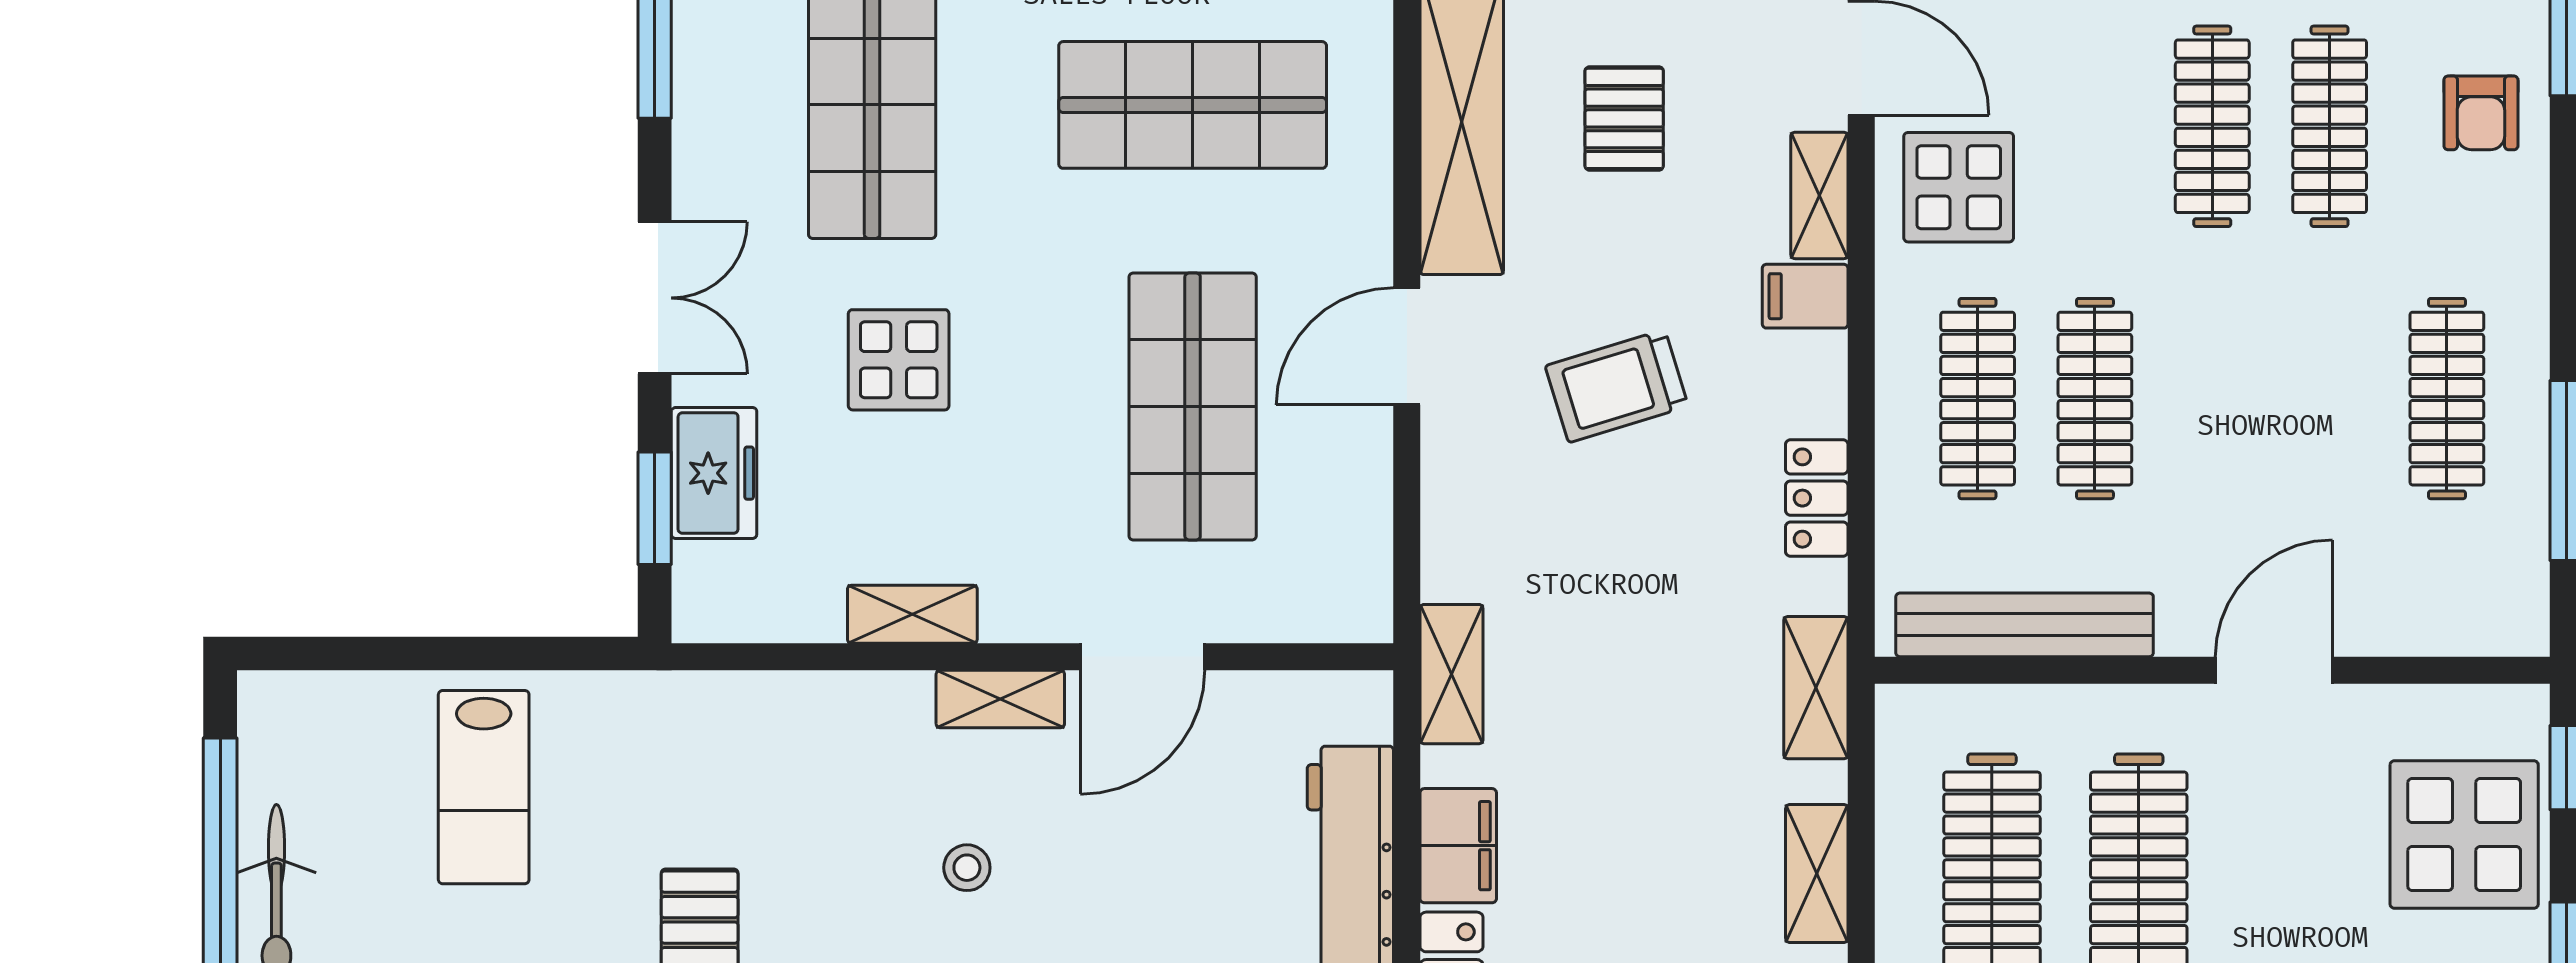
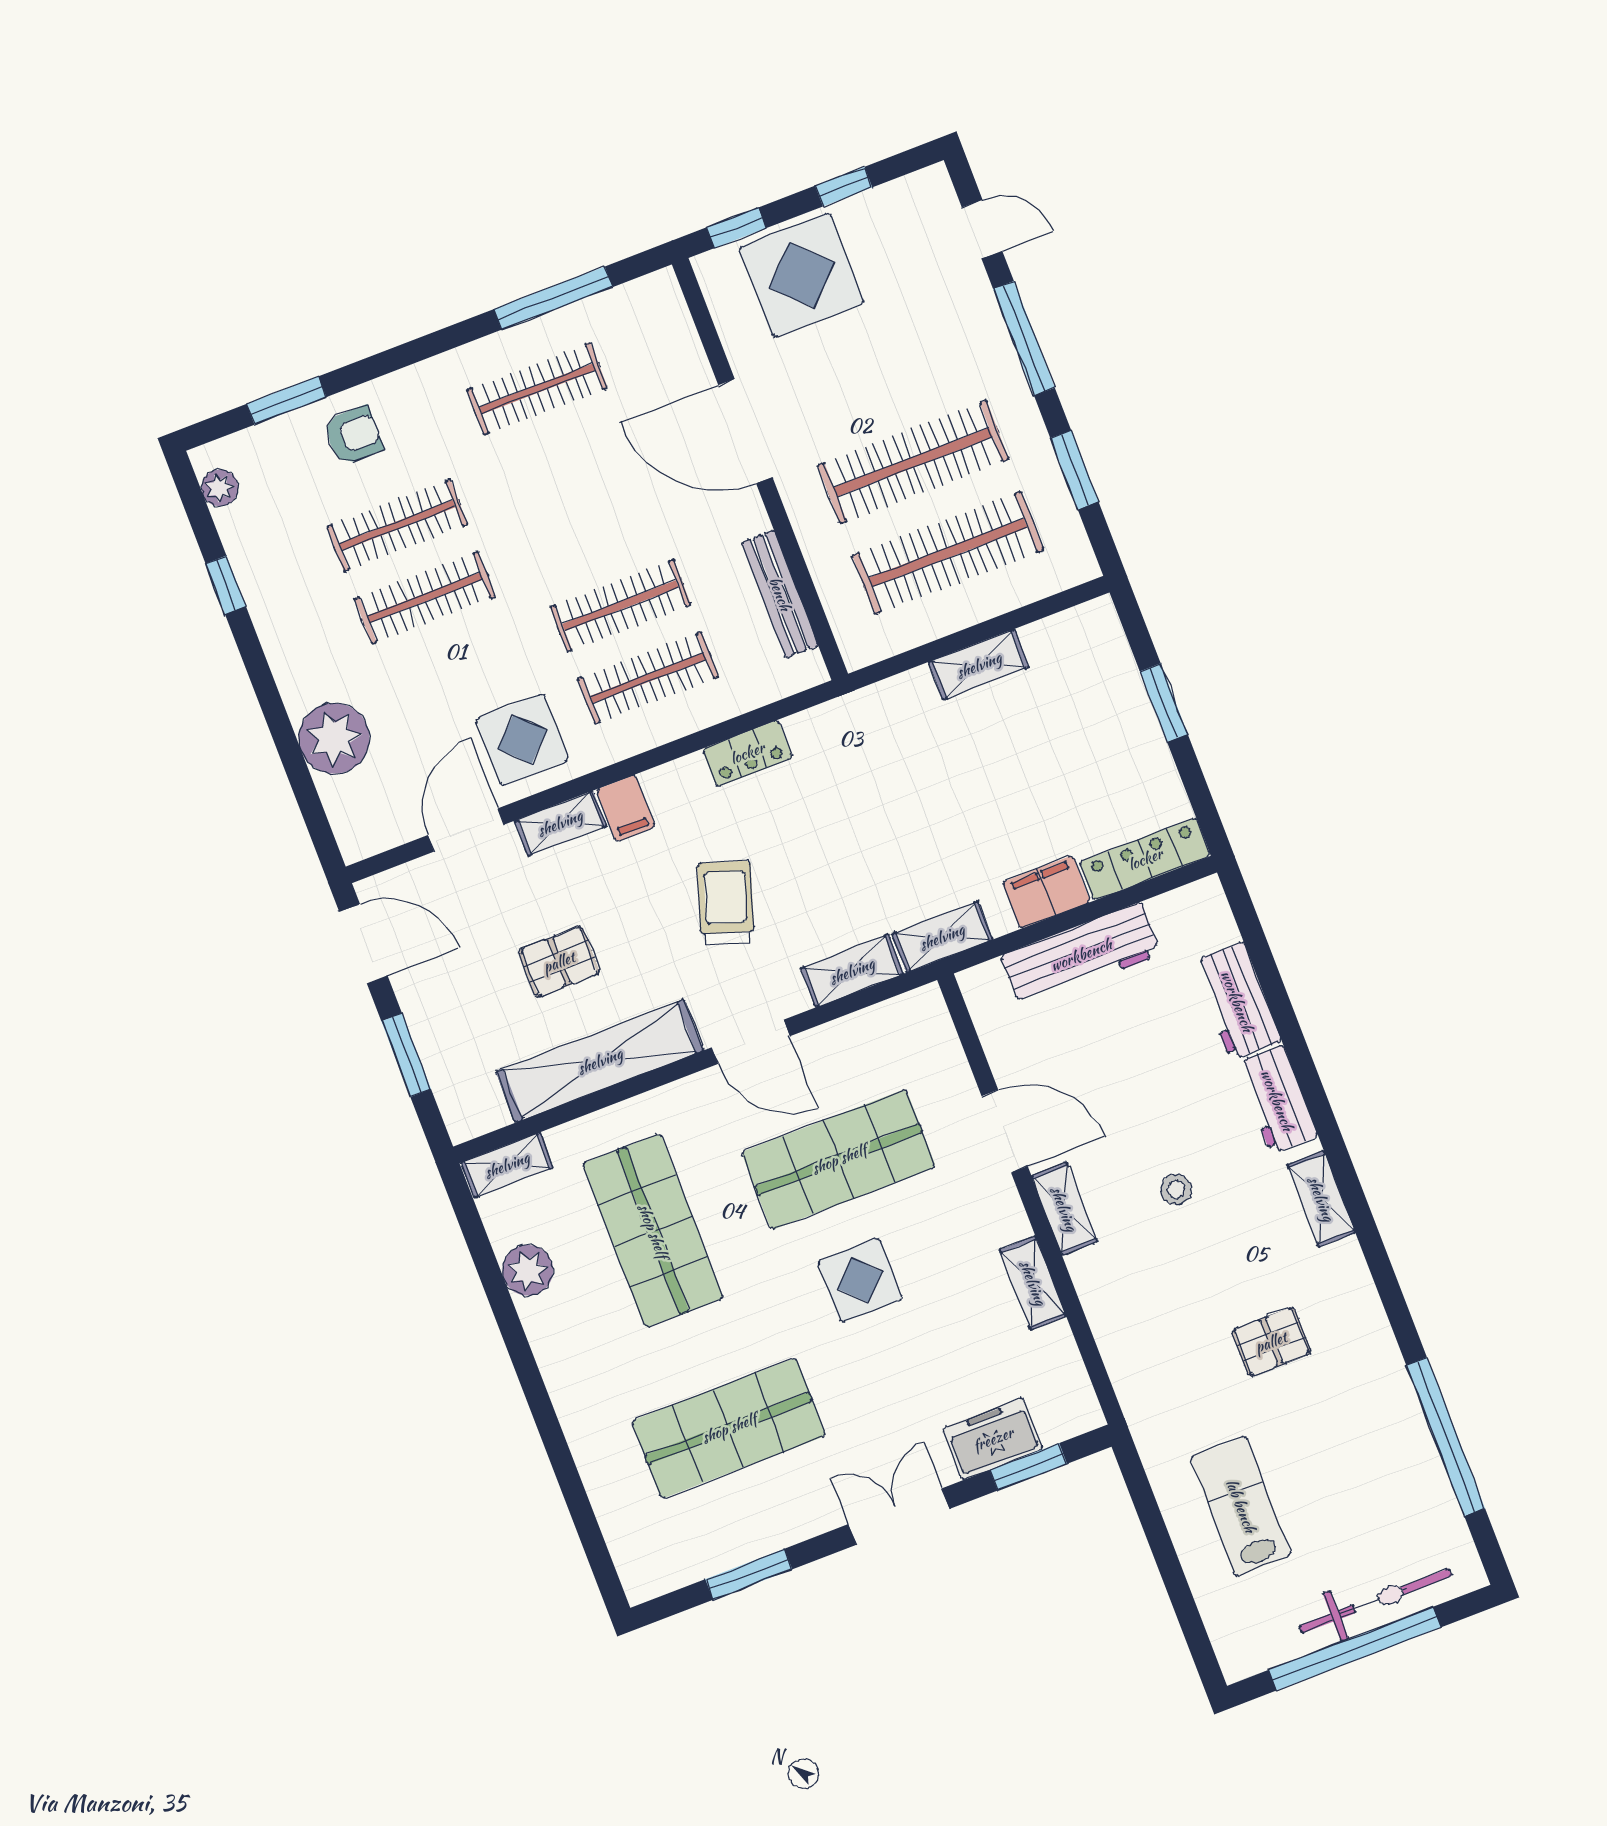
display table: (899, 360) -> (860, 1280), moved
trolley: (1617, 386) -> (726, 903), turned -145
bench: (2025, 625) -> (780, 594), width x0.73, depth x0.82
door: (2274, 670) -> (745, 431), width x1.36
shelving: (1816, 688) -> (852, 971), moved
lab bench: (484, 787) -> (1241, 1506), turned -90

